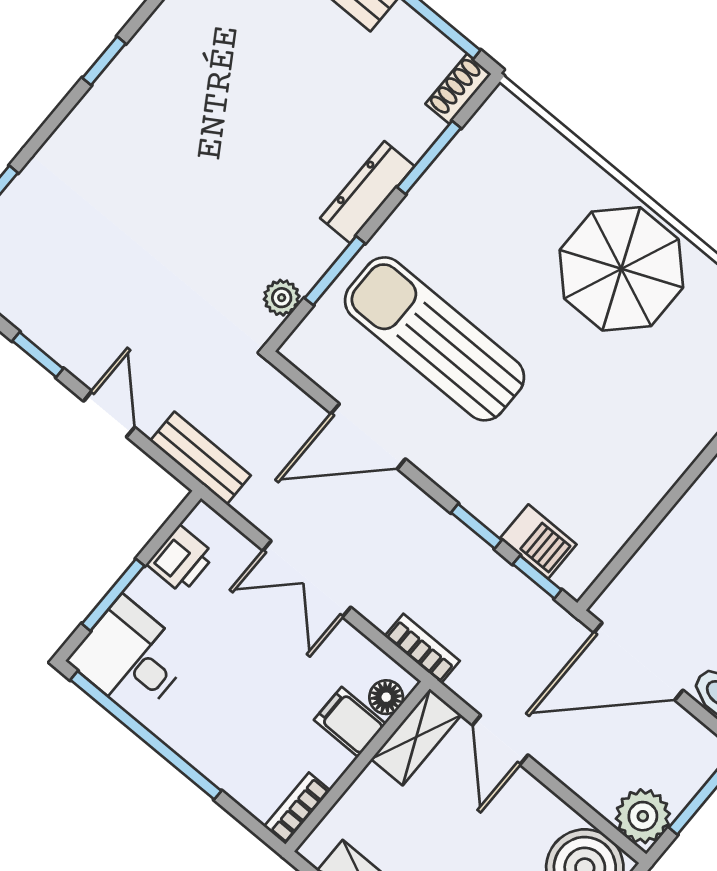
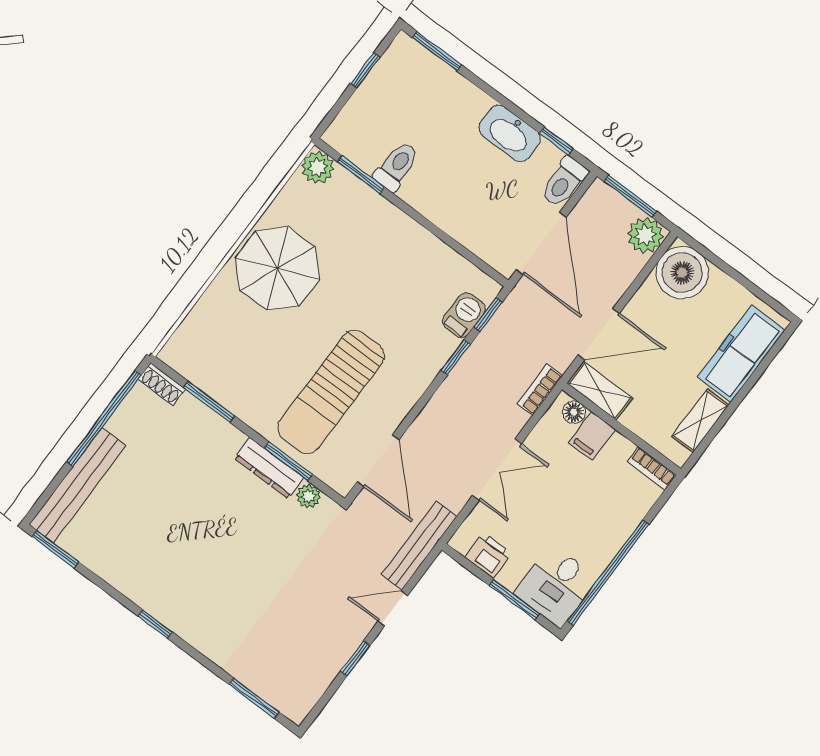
dresser: (367, 192) -> (269, 468), moved
door: (368, 436) -> (378, 461), moved
bench: (200, 458) -> (419, 545), width x1.36
door: (500, 740) -> (599, 334), width x1.38

